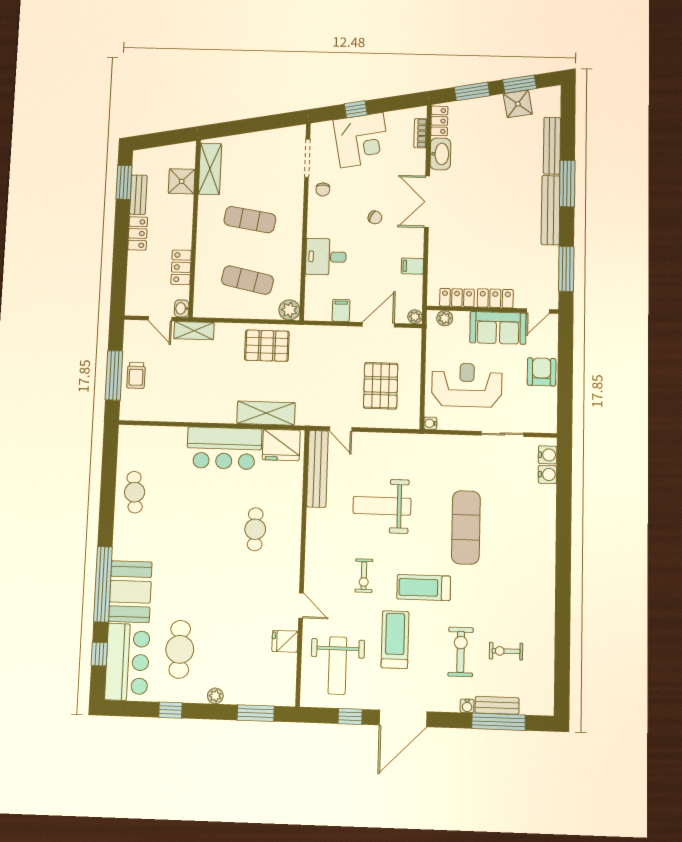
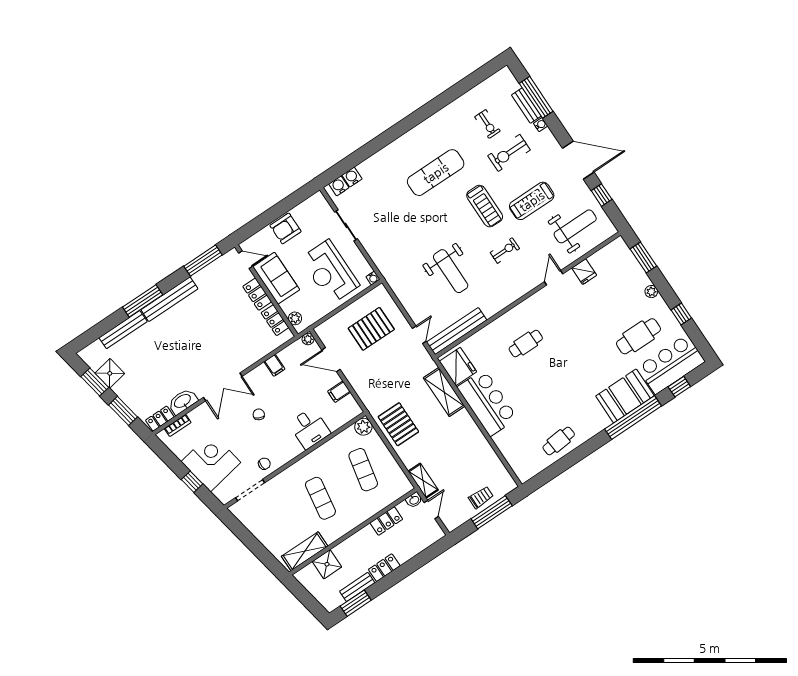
exercise mat: (466, 527) -> (436, 173), moved

